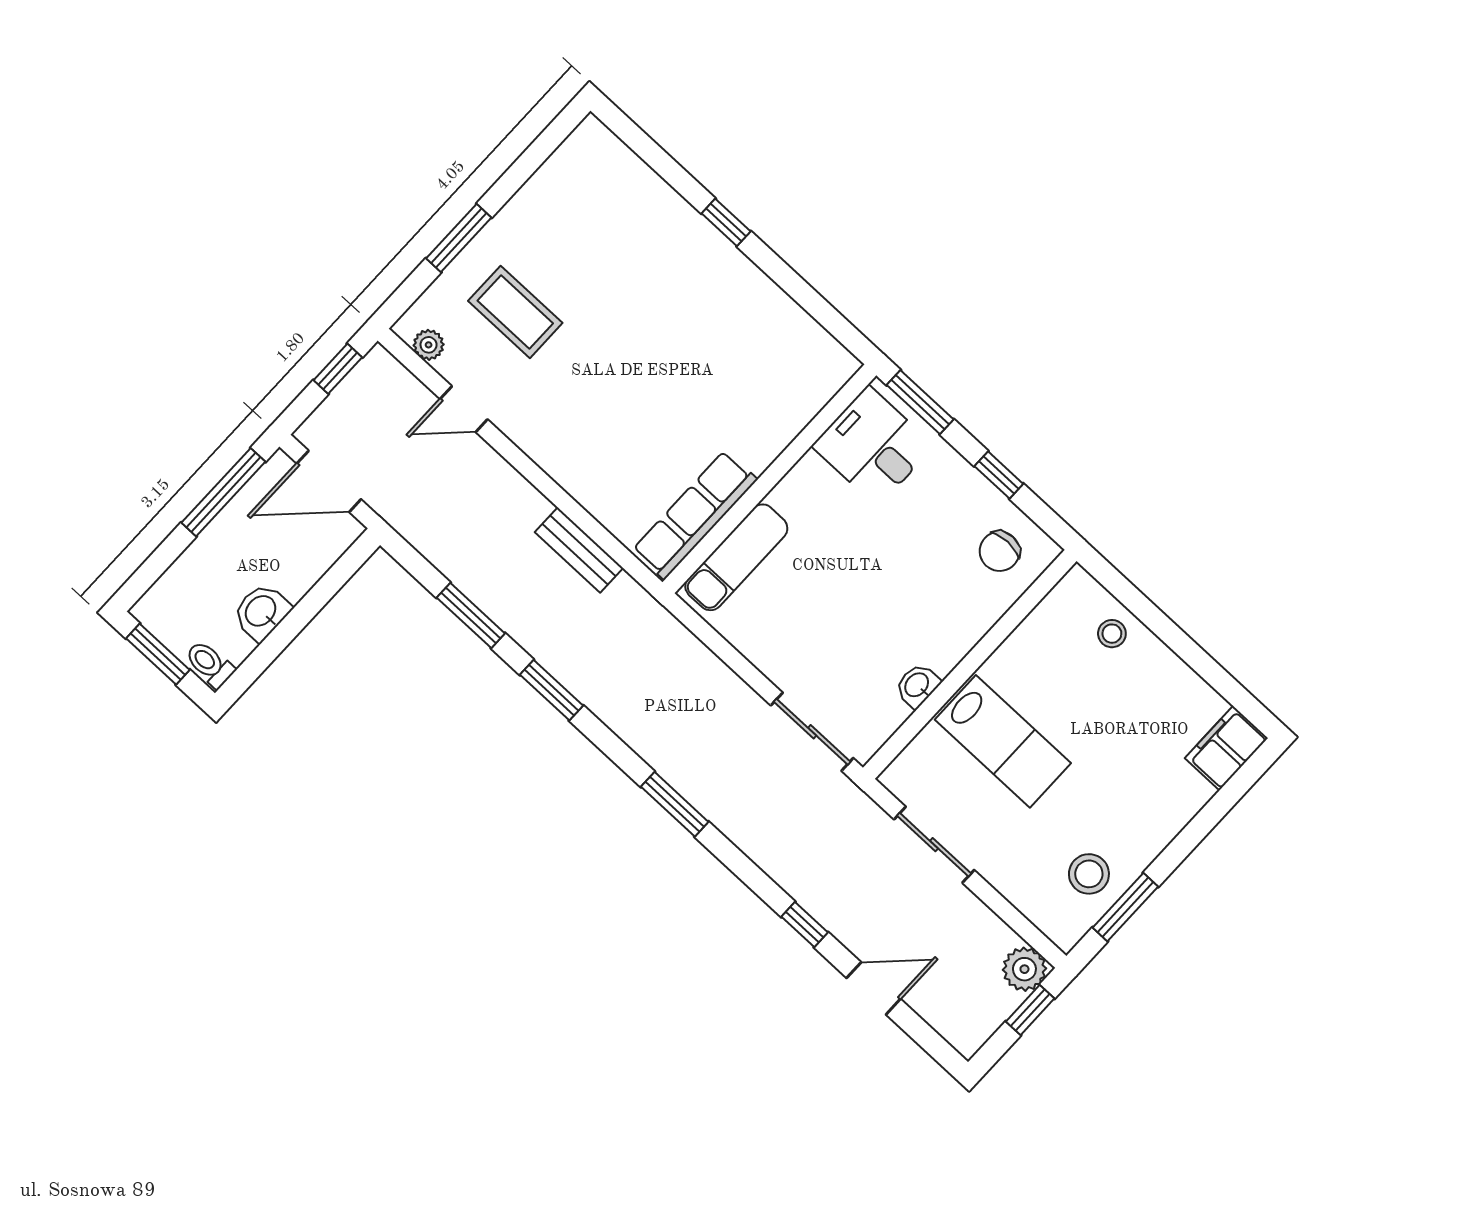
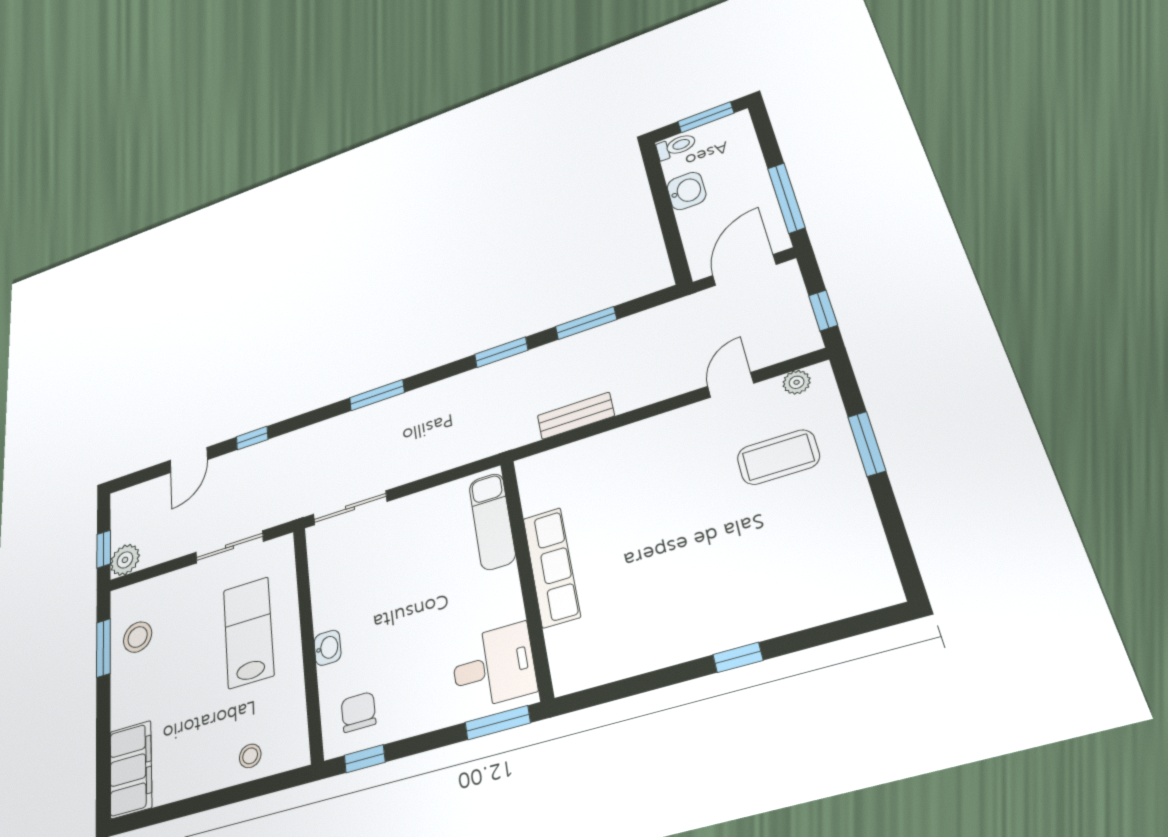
window: (999, 475) -> (365, 759), moved
row of seats: (695, 515) -> (551, 567), moved
washbasin: (917, 685) -> (328, 648), moved
lab bench: (1003, 741) -> (249, 632), turned 90
filing cabinet: (1226, 748) -> (131, 769), width x1.50, depth x1.17

